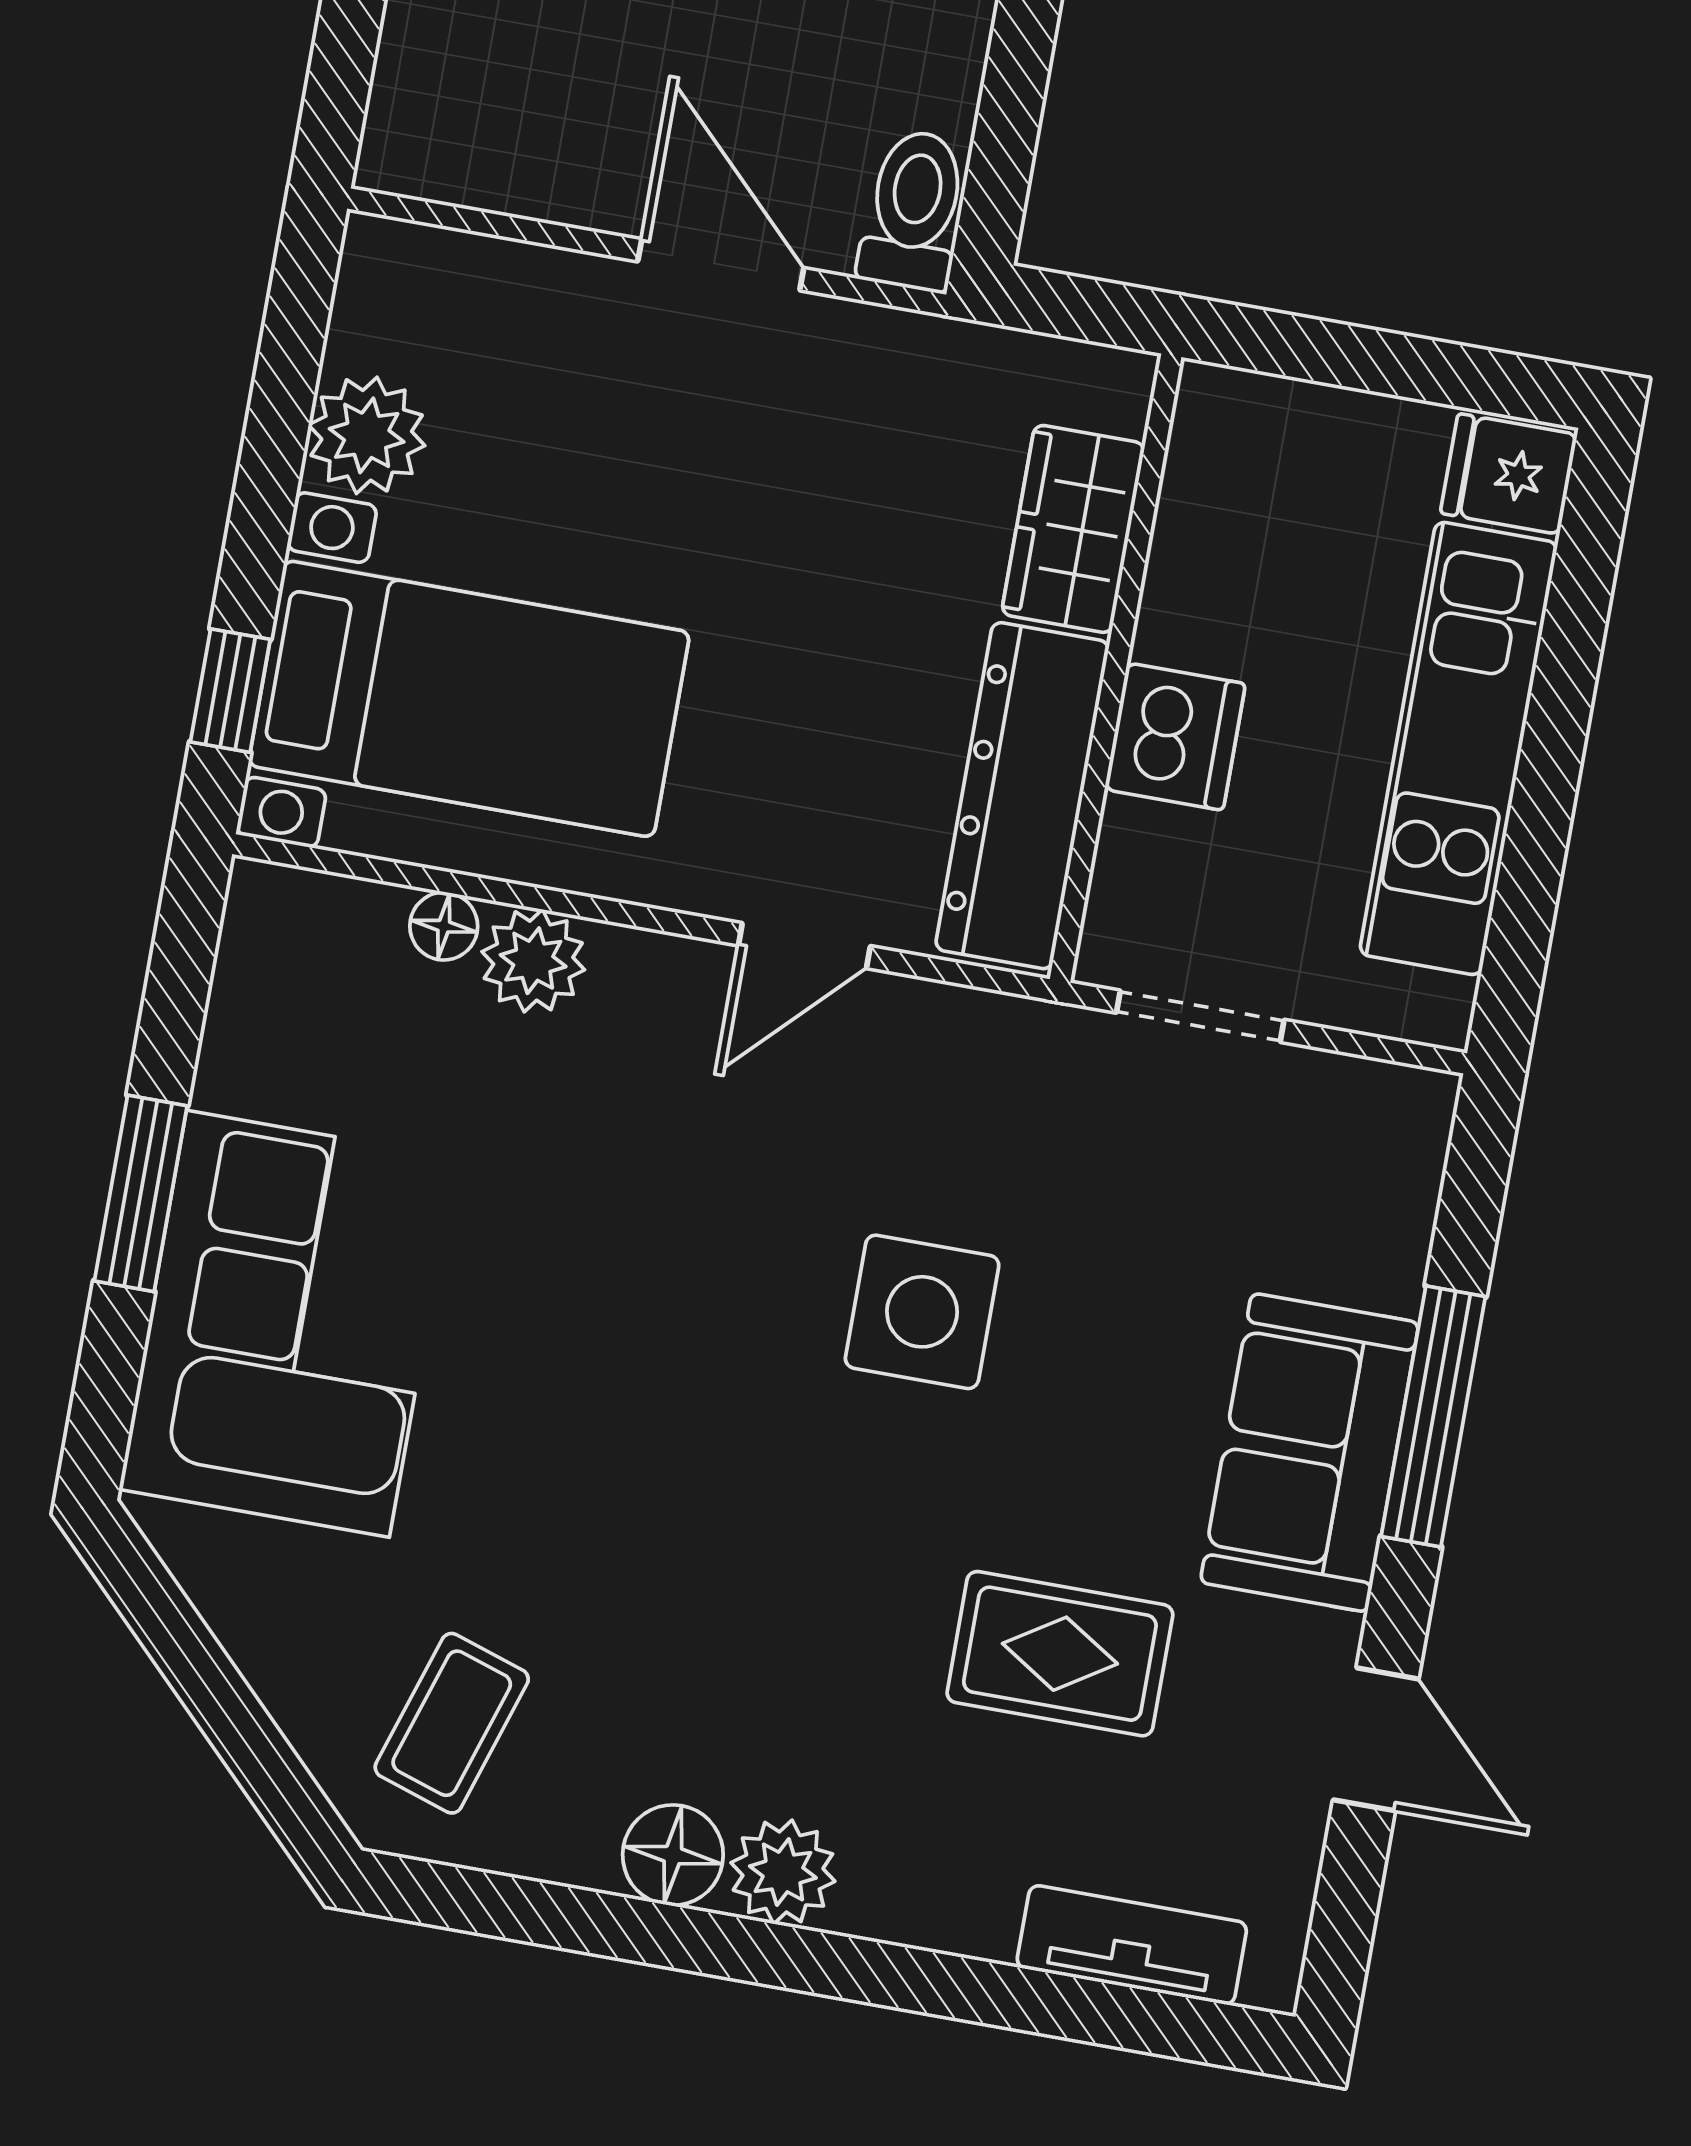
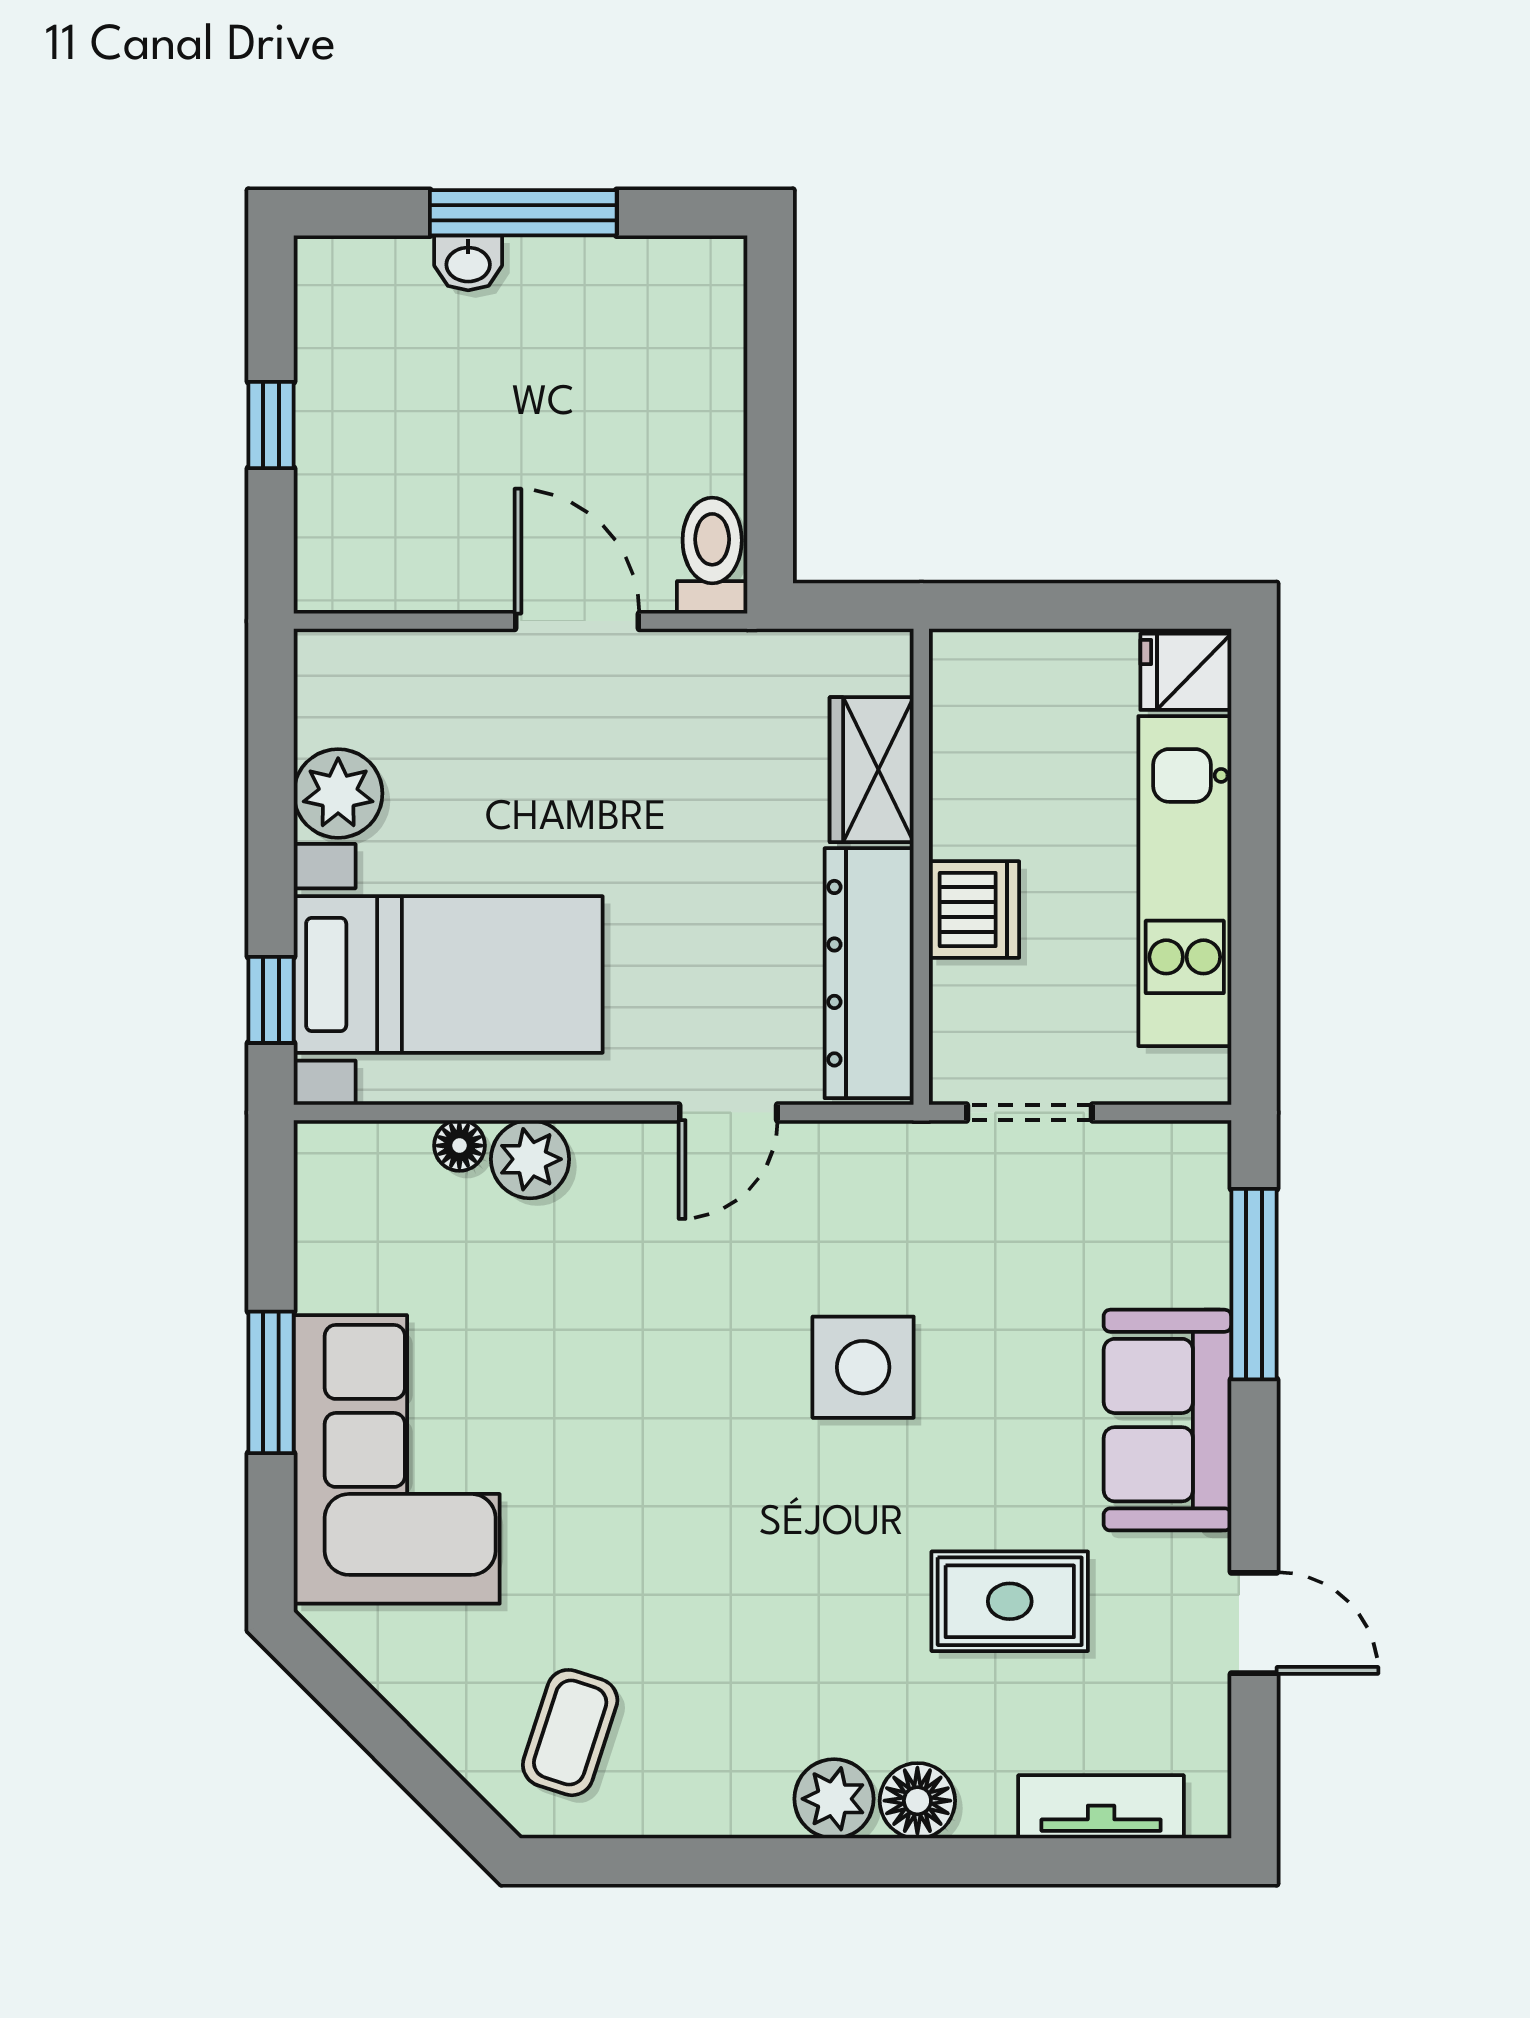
window: (1433, 1416) -> (1254, 1284), moved
floor lamp: (673, 1855) -> (917, 1801), moved

